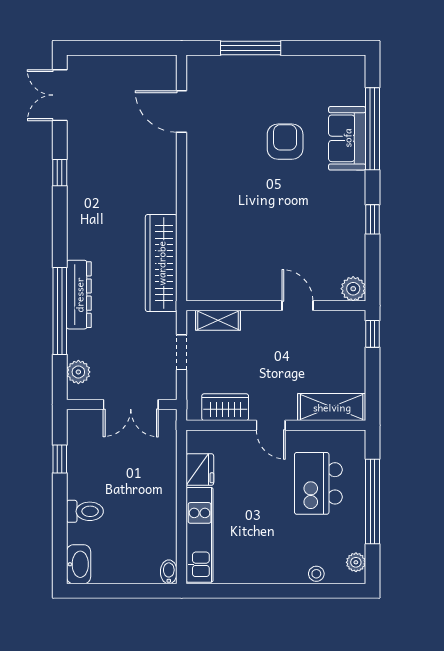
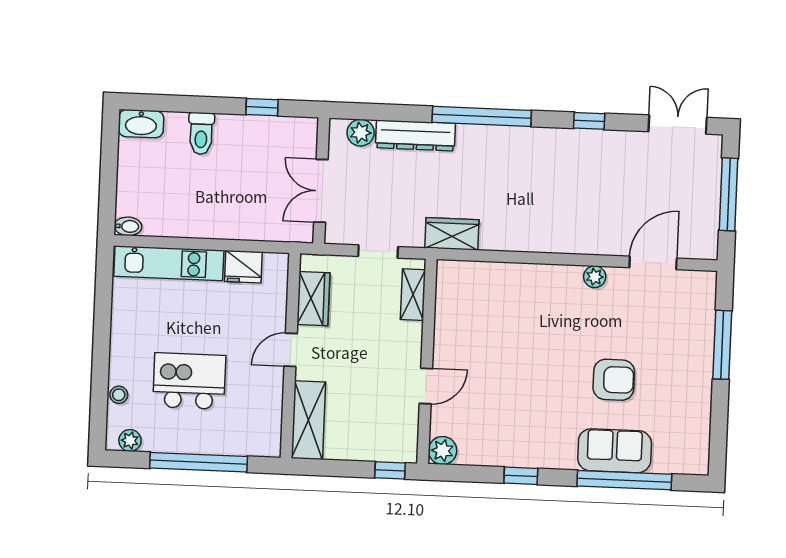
window: (119, 48) -> (729, 194), added
plant: (196, 162) -> (595, 277), added
wardrobe: (161, 263) -> (452, 234), width x0.48, depth x0.85
dresser: (79, 295) -> (415, 136), moved
window: (60, 311) -> (482, 116), moved
kitchen island: (318, 483) -> (189, 381), moved

